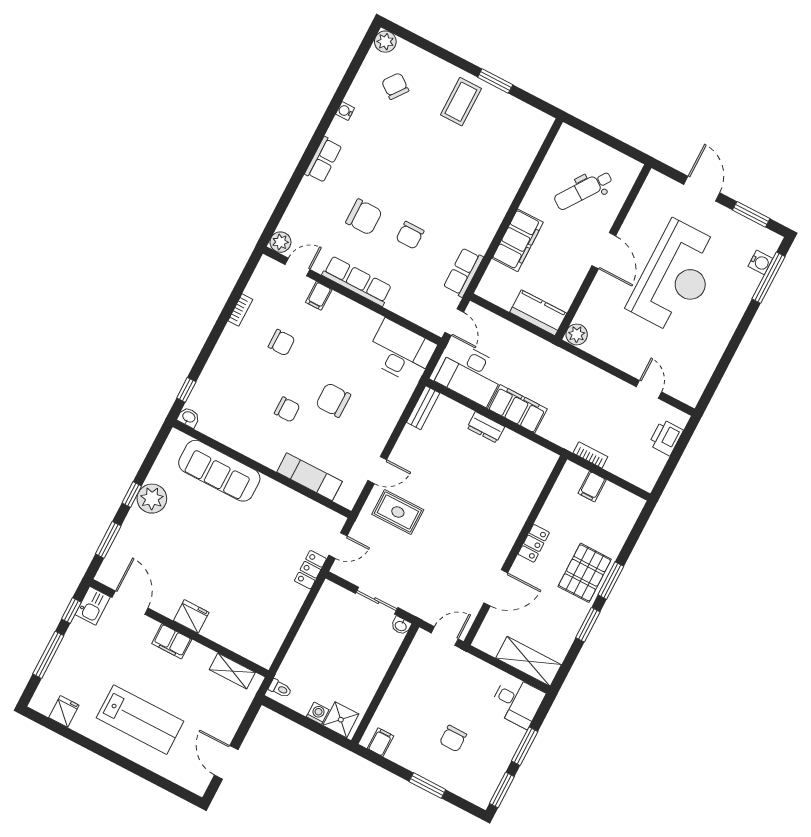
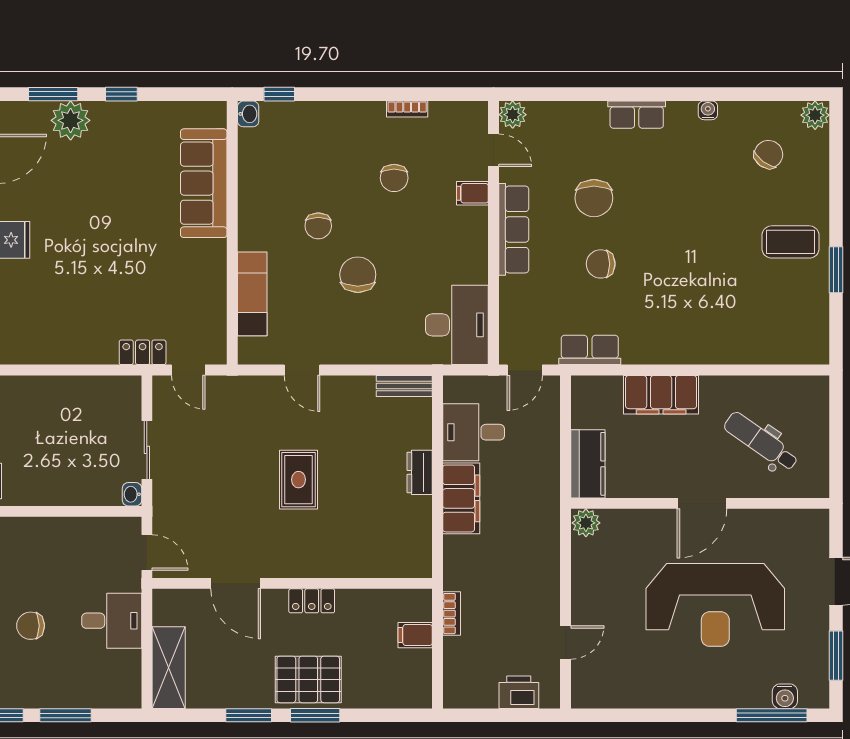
desk: (471, 374) -> (474, 432), width x0.73
plant: (152, 499) -> (71, 120), moved
rug: (398, 512) -> (299, 480), moved
desk: (517, 702) -> (112, 621), moved, turned -90

